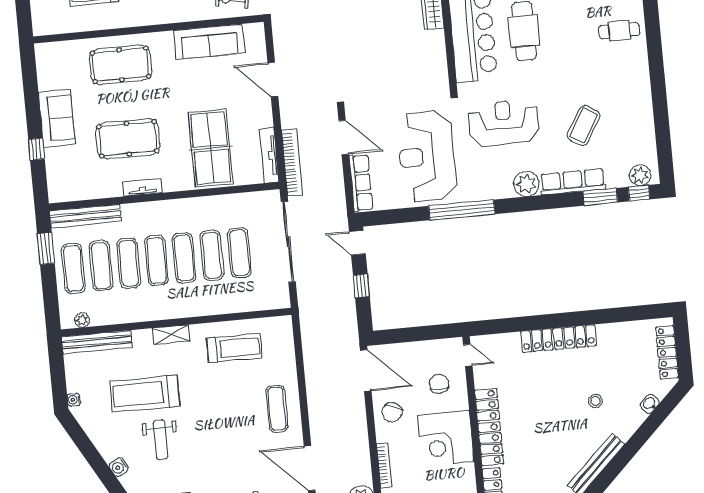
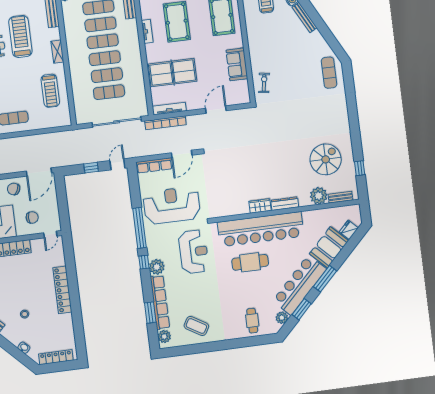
sofa: (209, 42) -> (237, 64), width x0.73
coffee table: (584, 126) -> (196, 326), moved
row of seats: (573, 182) -> (160, 302), width x1.36
window: (639, 193) -> (144, 262), moved

